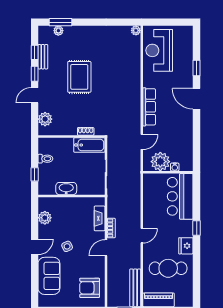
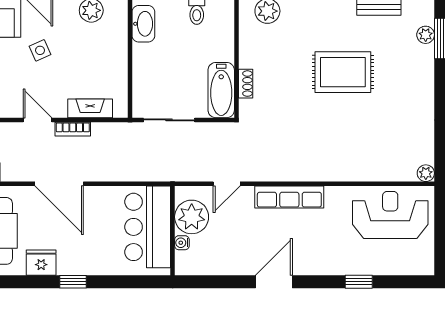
door: (197, 99) -> (274, 282), moved
door: (142, 142) -> (227, 184), hinge flipped
washbasin: (66, 189) -> (143, 24), moved
bar counter: (180, 196) -> (148, 227), moved, turned -90
door: (142, 236) -> (59, 184), width x1.87

